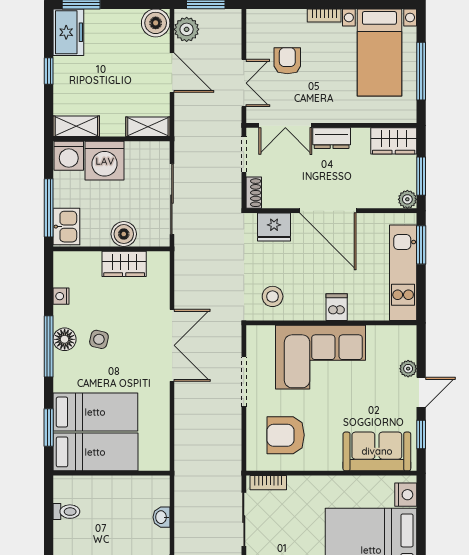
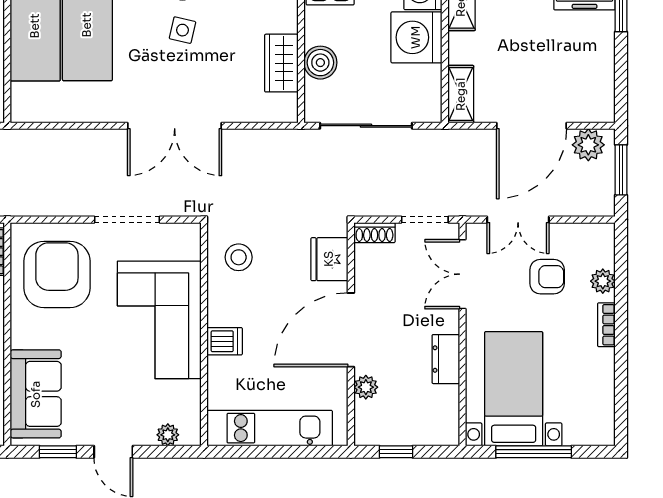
plant: (291, 18) -> (603, 281), added
boiler: (156, 23) -> (597, 104), removed
bed with nightstands: (379, 52) -> (514, 389), moved, turned 90
door: (172, 73) -> (532, 126), width x1.36
dresser: (332, 138) -> (446, 359), moved
wardrobe: (394, 141) -> (442, 416), removed
window: (421, 176) -> (396, 452), width x0.67
plant: (407, 199) -> (366, 387), moved
window: (421, 245) -> (306, 452), removed
plant: (408, 369) -> (168, 435), moved
armchair: (286, 435) -> (57, 274), width x1.36, depth x1.36

